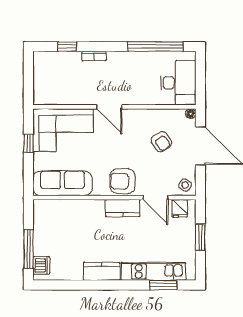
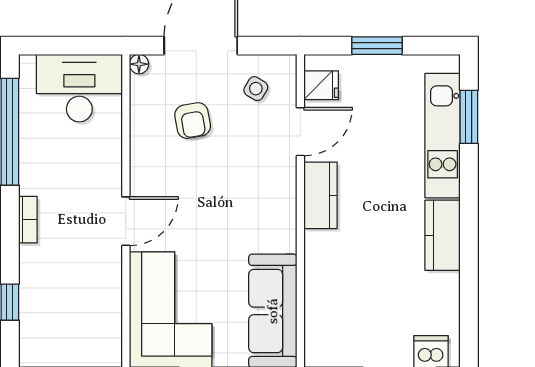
bookcase: (94, 56) -> (28, 220), moved
armchair: (161, 142) -> (193, 121), turned 115
armchair: (123, 181) -> (269, 195), removed
side table: (185, 185) -> (256, 89), moved

